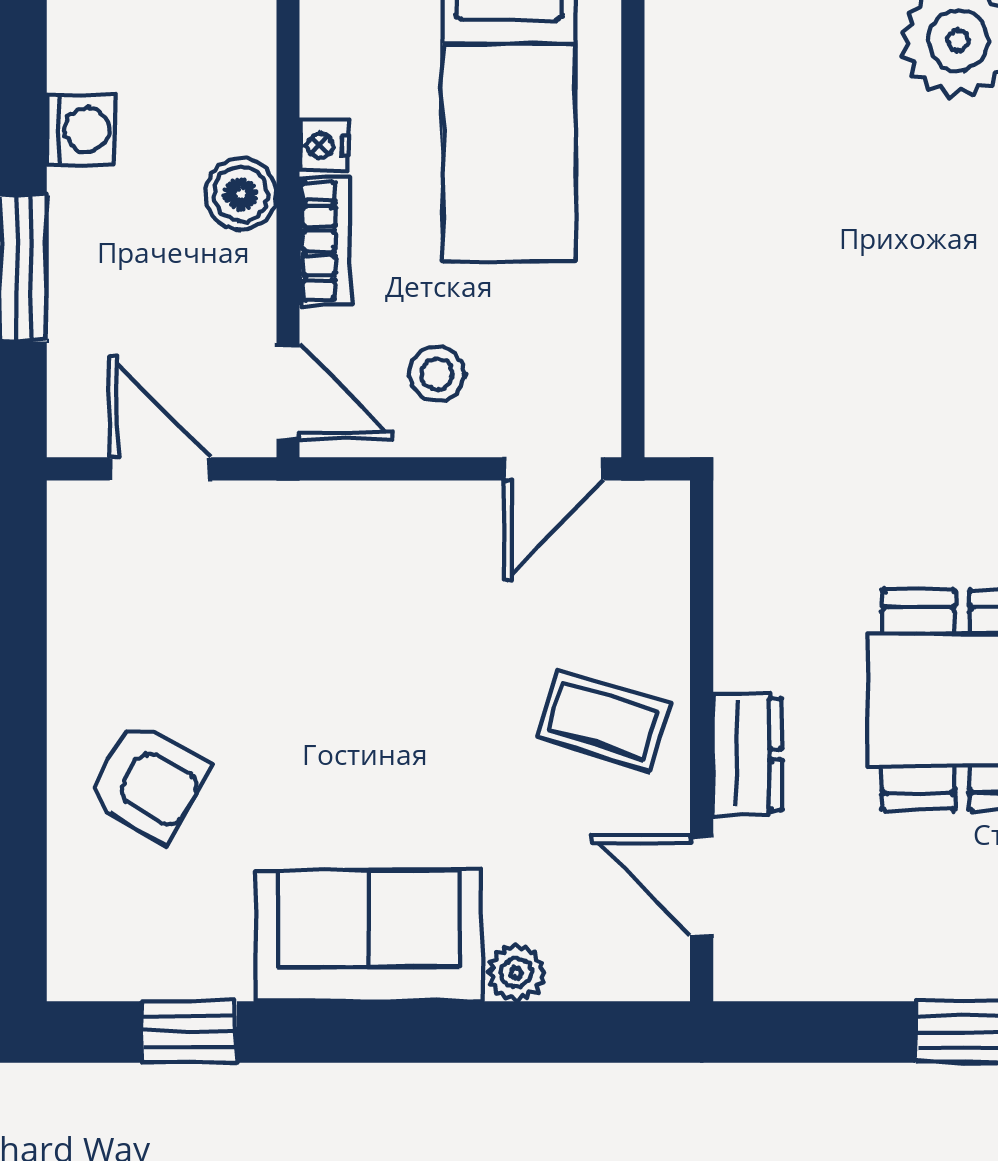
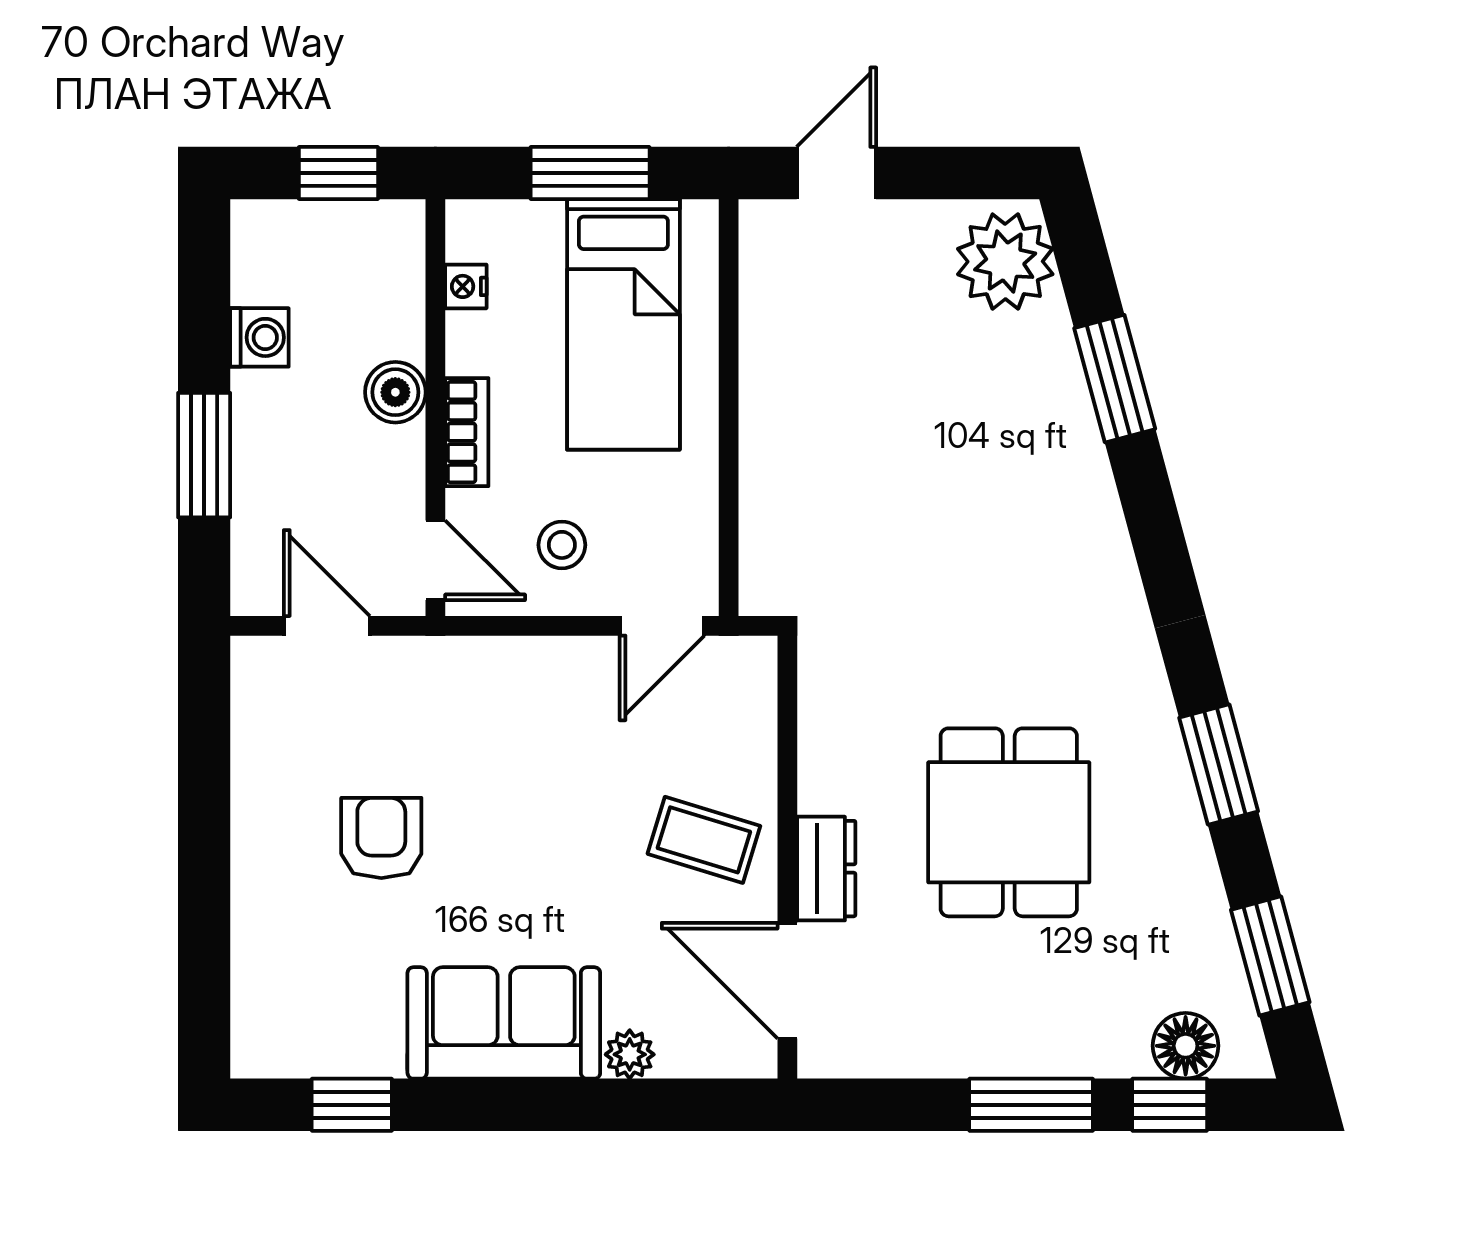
nightstand: (324, 146) -> (466, 286), moved
armchair: (148, 782) -> (381, 838), moved, turned -120
door: (702, 886) -> (787, 981), width x1.38

